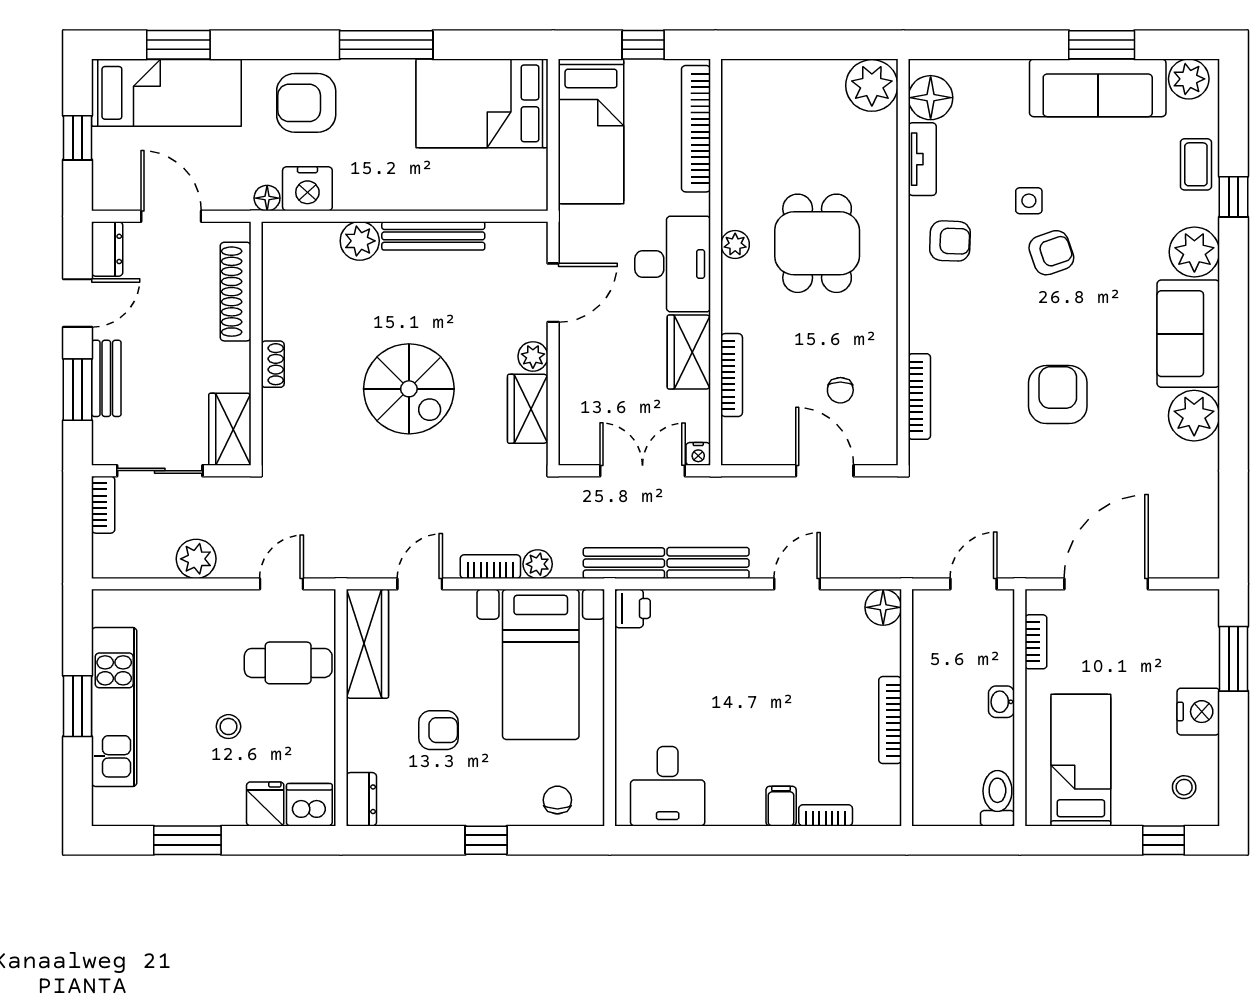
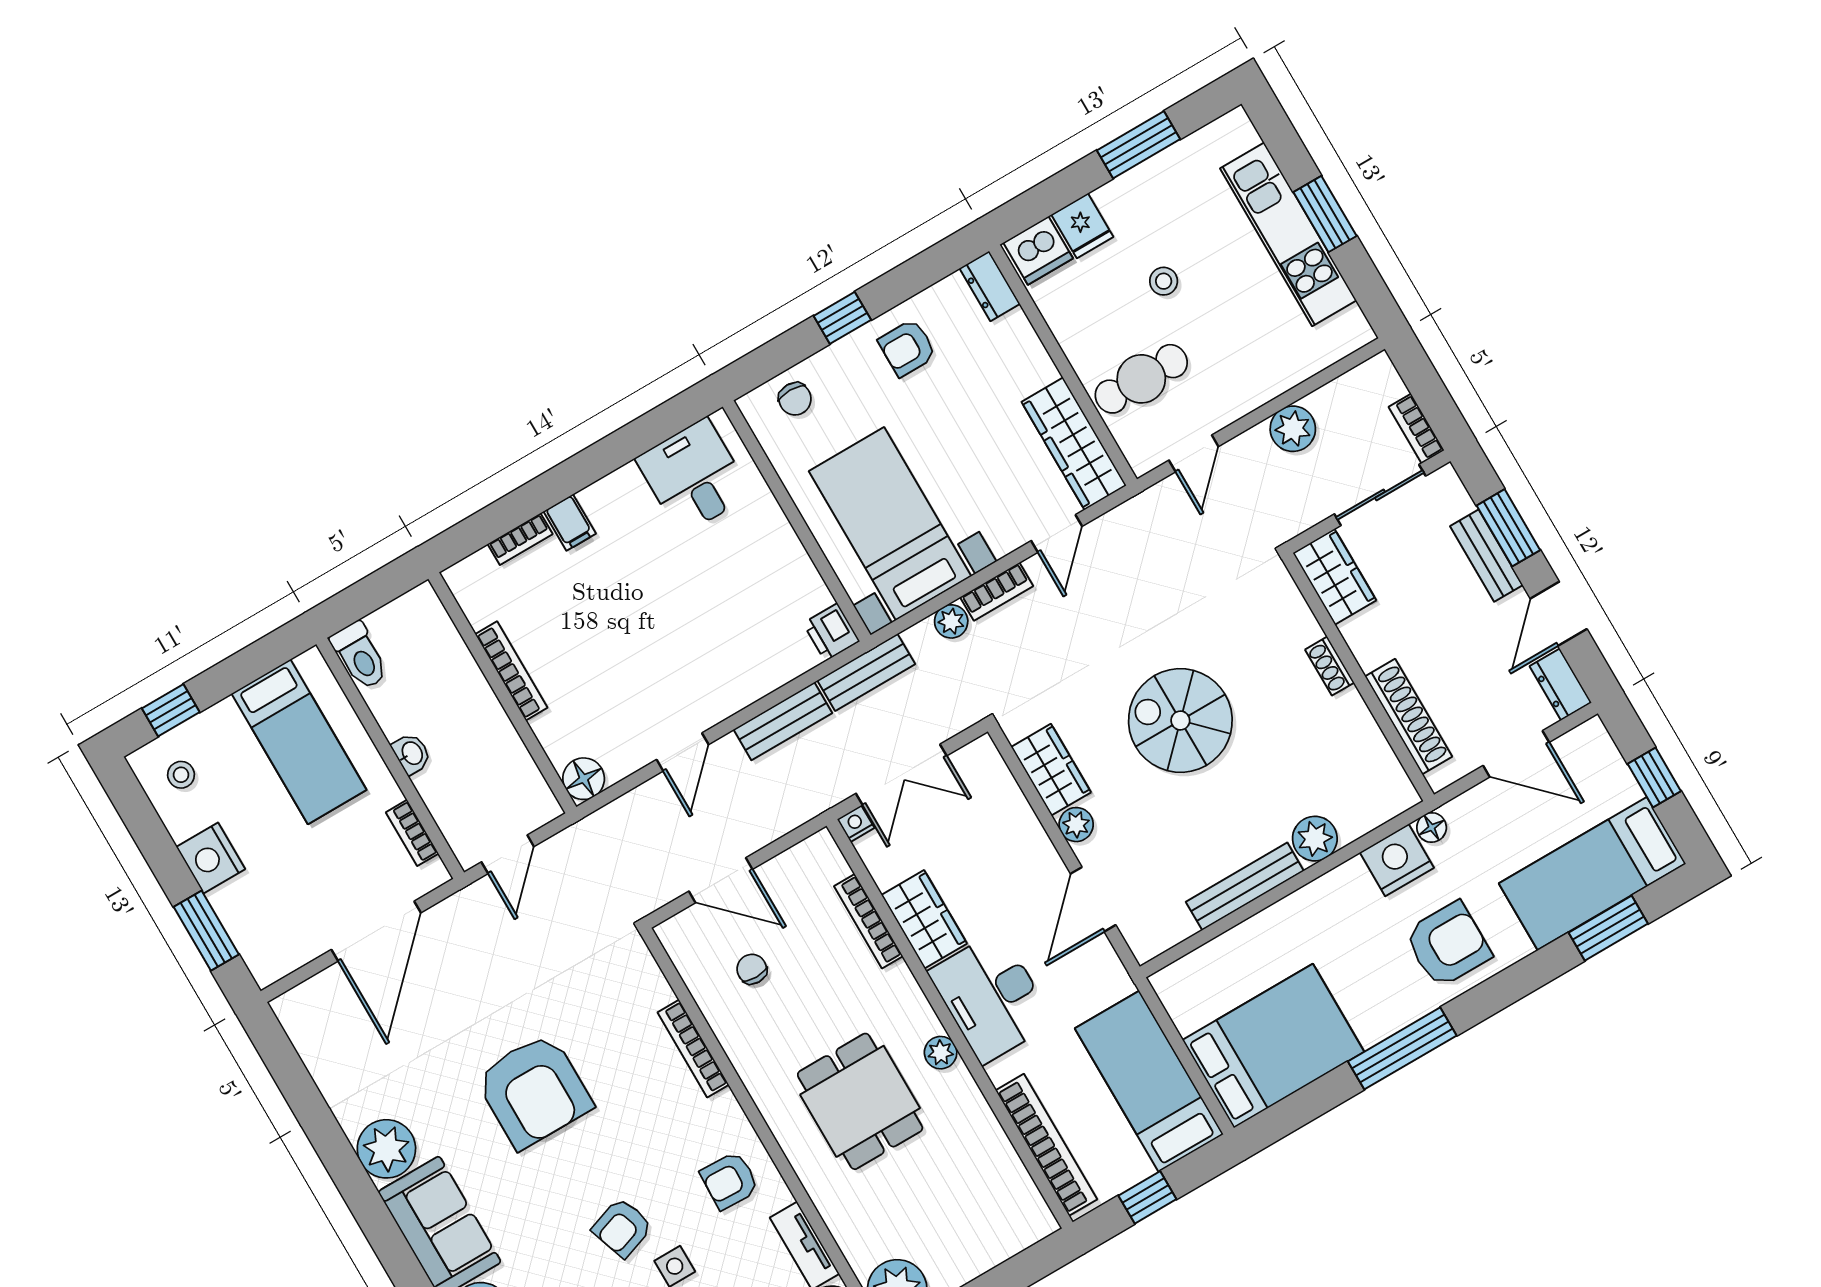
armchair: (1058, 395) -> (534, 1091), width x1.36, depth x1.36
bookcase: (919, 397) -> (693, 1049), moved
armchair: (439, 730) -> (907, 348), moved

